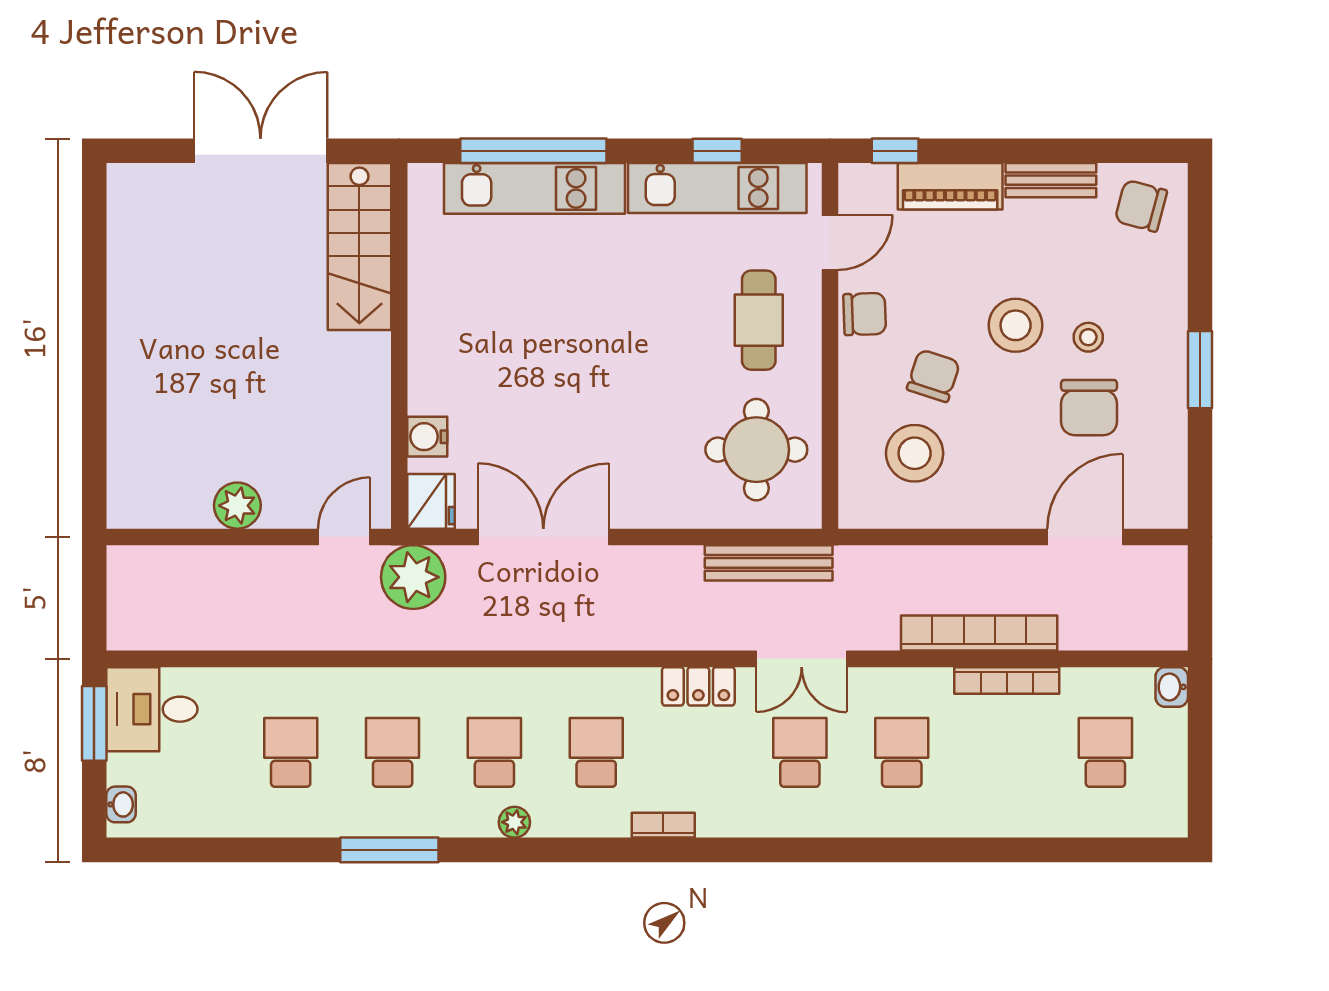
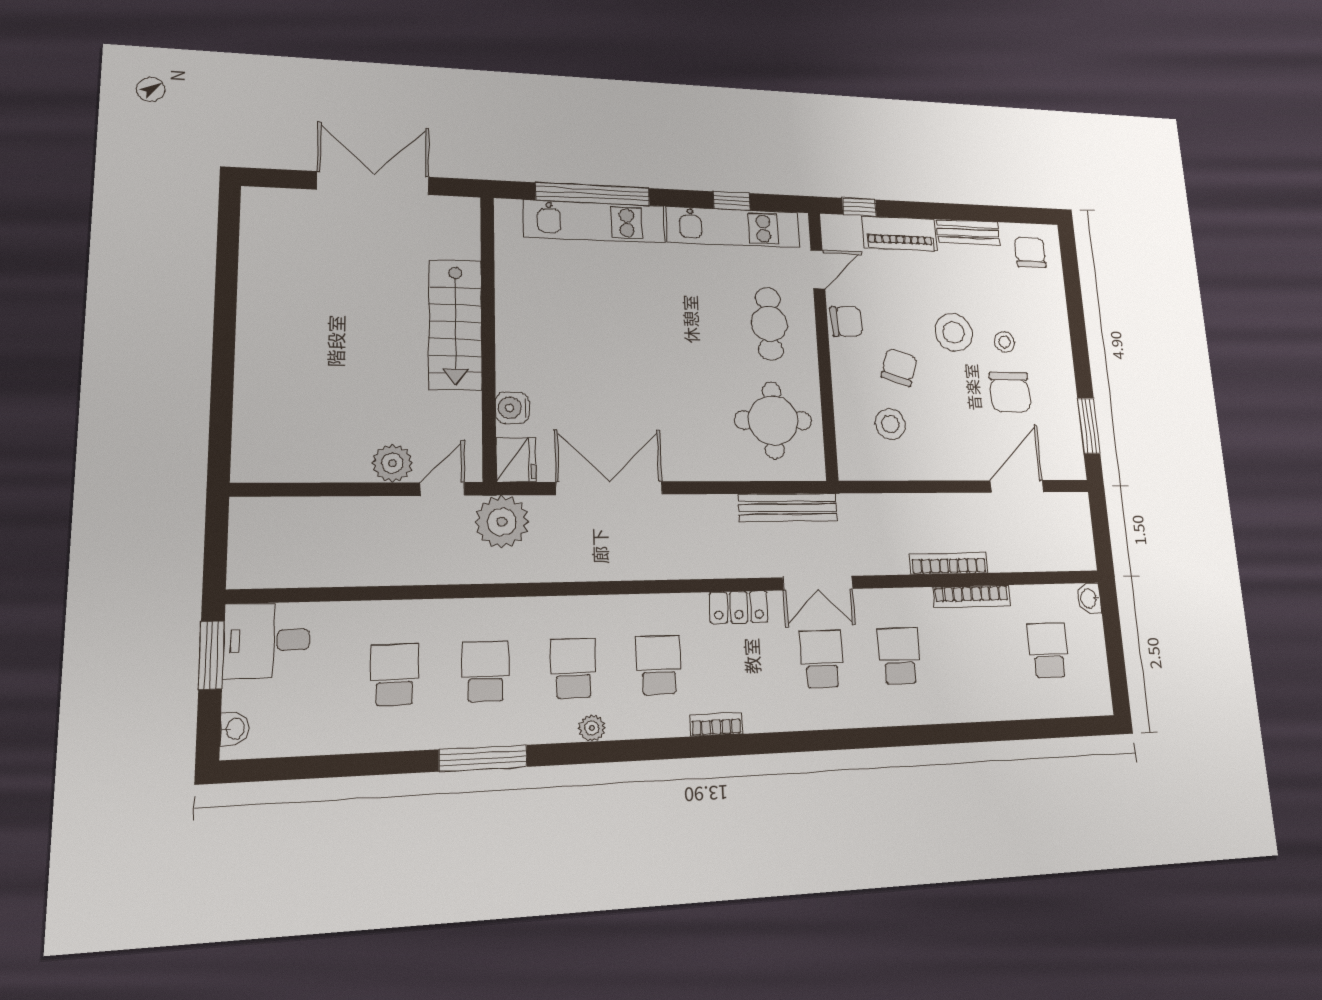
chair: (1141, 206) -> (1030, 252), turned 75
stairs: (359, 246) -> (455, 324), moved
window: (1200, 370) -> (1089, 426), moved
stool: (915, 453) -> (890, 424), width x0.73, depth x0.73
plant: (237, 506) -> (392, 463), moved
bookcase: (979, 633) -> (949, 563), width x0.68, depth x0.76

